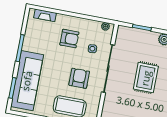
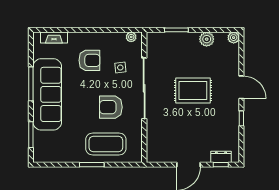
armchair: (79, 78) -> (111, 107), turned -90
rug: (146, 78) -> (193, 91), turned 90
sofa: (27, 81) -> (47, 94), moved

